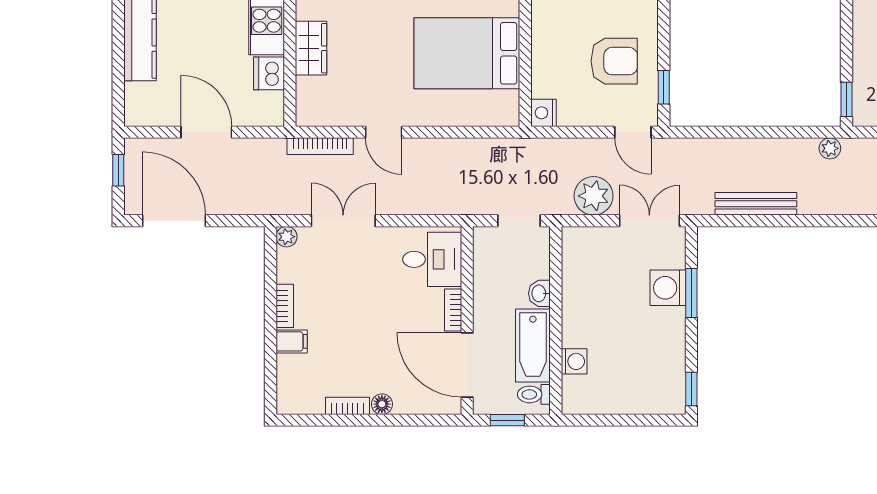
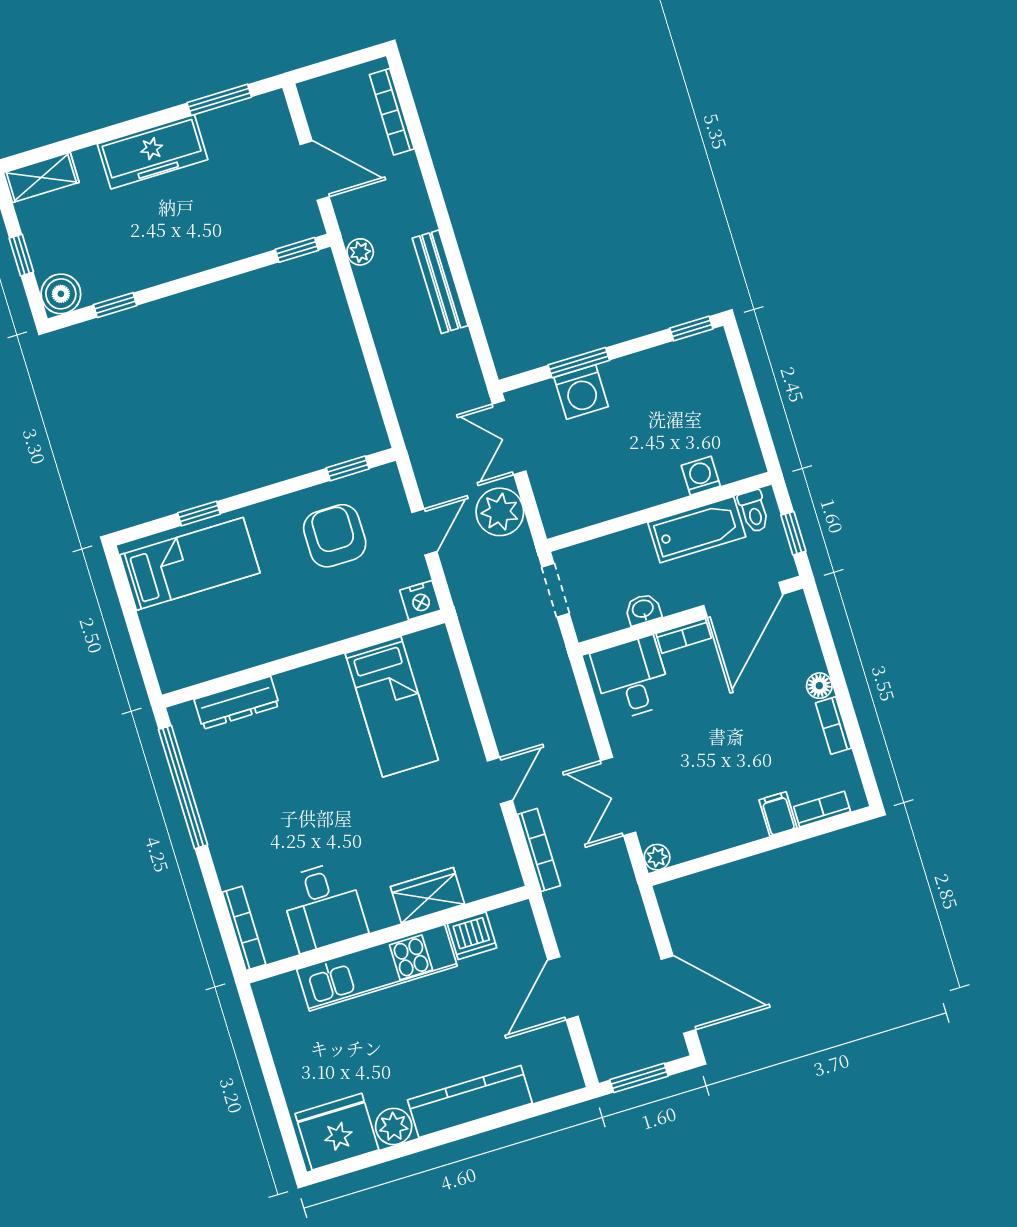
bed: (467, 53) -> (392, 707), width x0.67
door: (633, 132) -> (424, 532), moved
window: (118, 170) -> (639, 1078), width x1.50
bench: (756, 204) -> (440, 282), moved
door: (174, 221) -> (678, 995), swing flipped
washbasin: (539, 293) -> (643, 609), moved, turned 180
bookcase: (285, 306) -> (822, 809), moved

